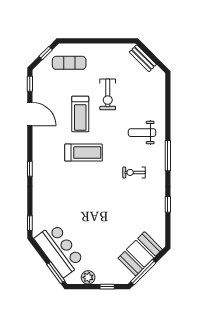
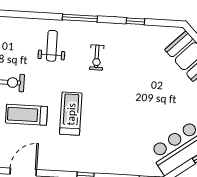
treadmill: (80, 114) -> (27, 115), turned 180
weight bench: (142, 133) -> (52, 46), turned 180

